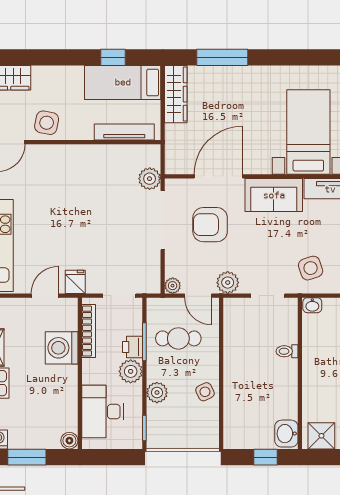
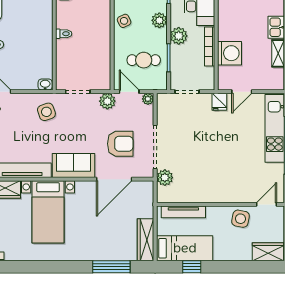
bookcase: (89, 331) -> (210, 46), moved
printer: (133, 347) -> (177, 54), removed
toilet: (287, 351) -> (64, 34), moved

